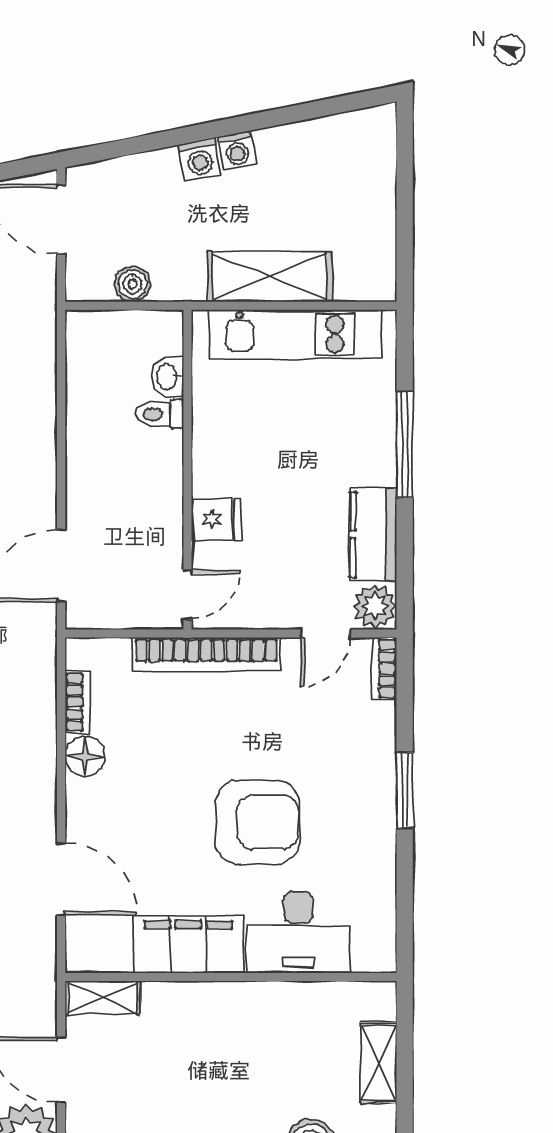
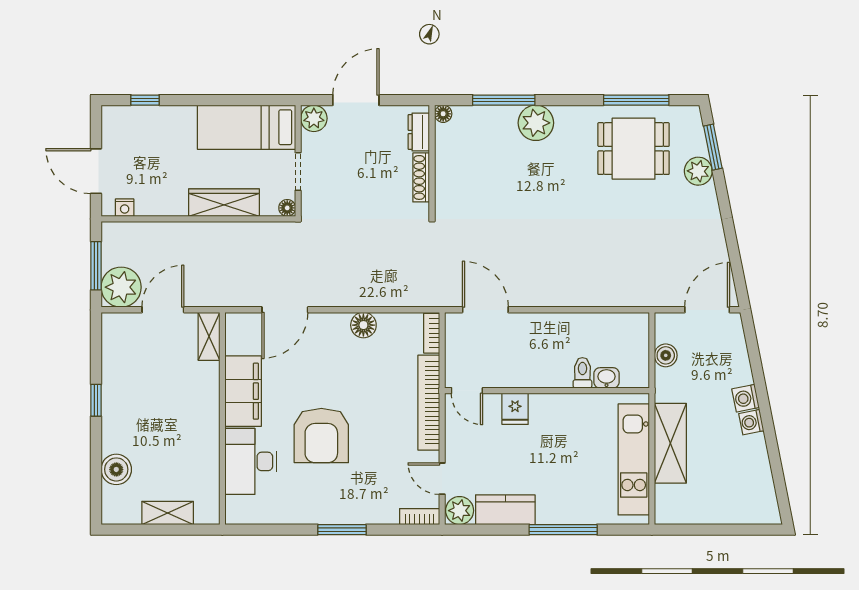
bookcase: (77, 702) -> (432, 333), moved, turned 90

